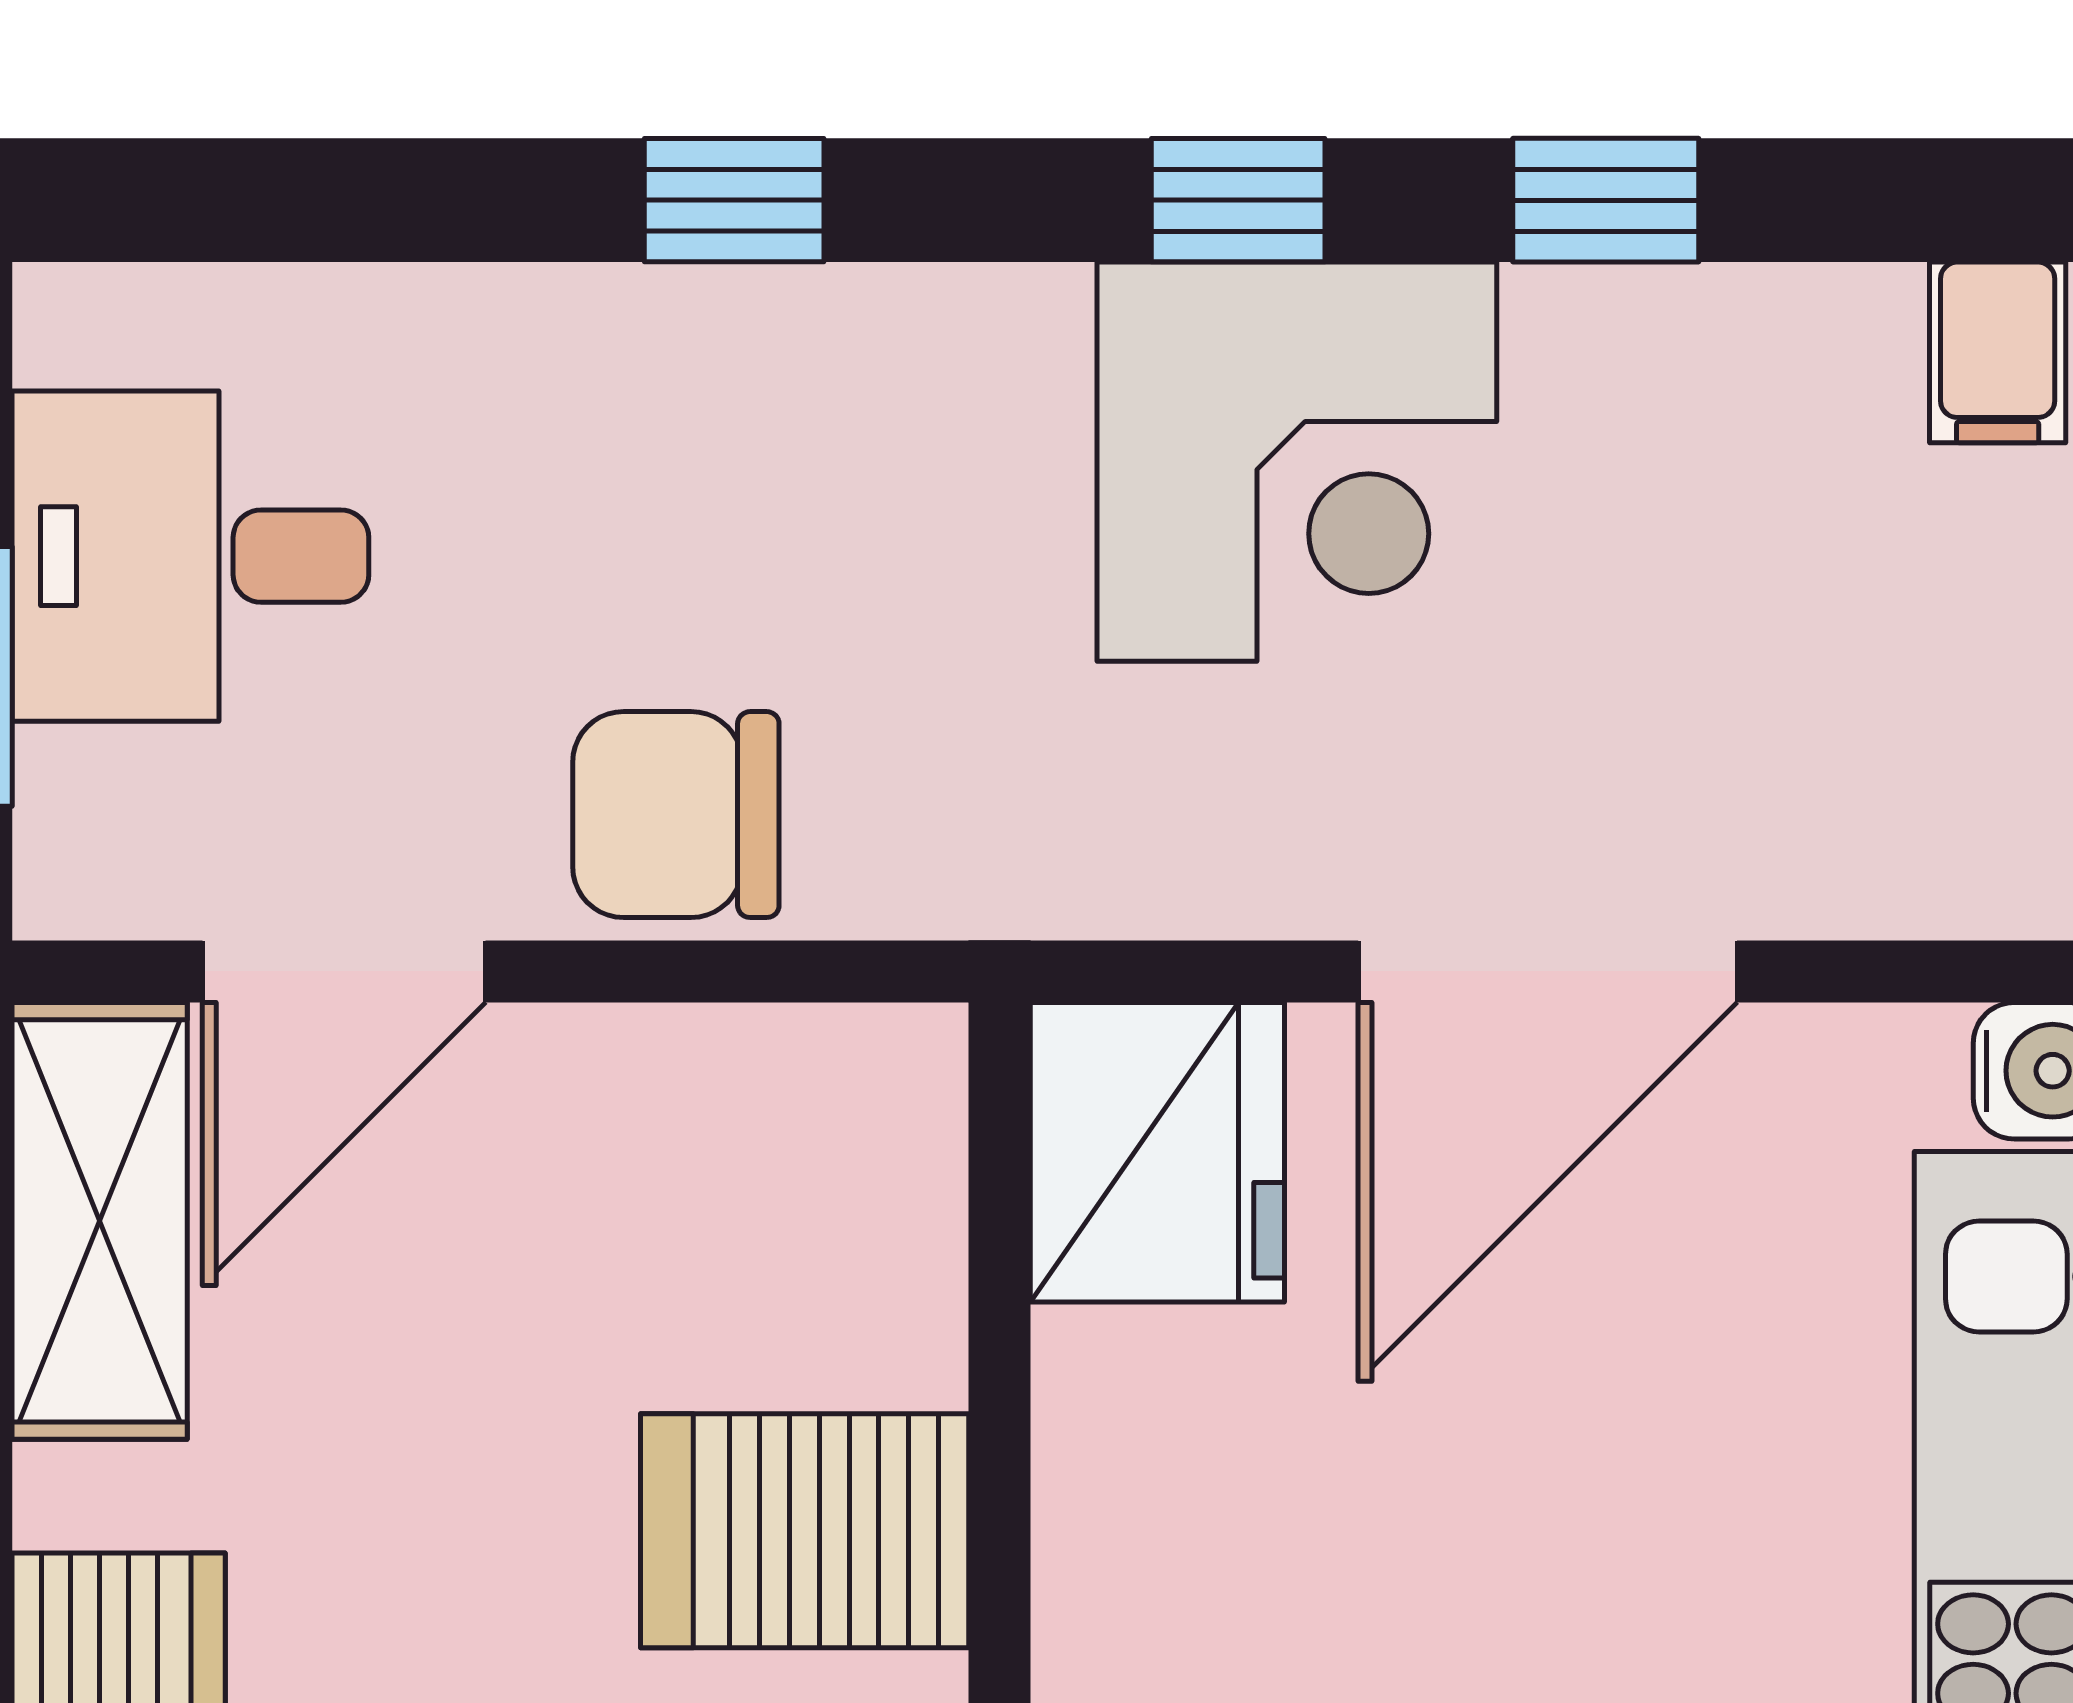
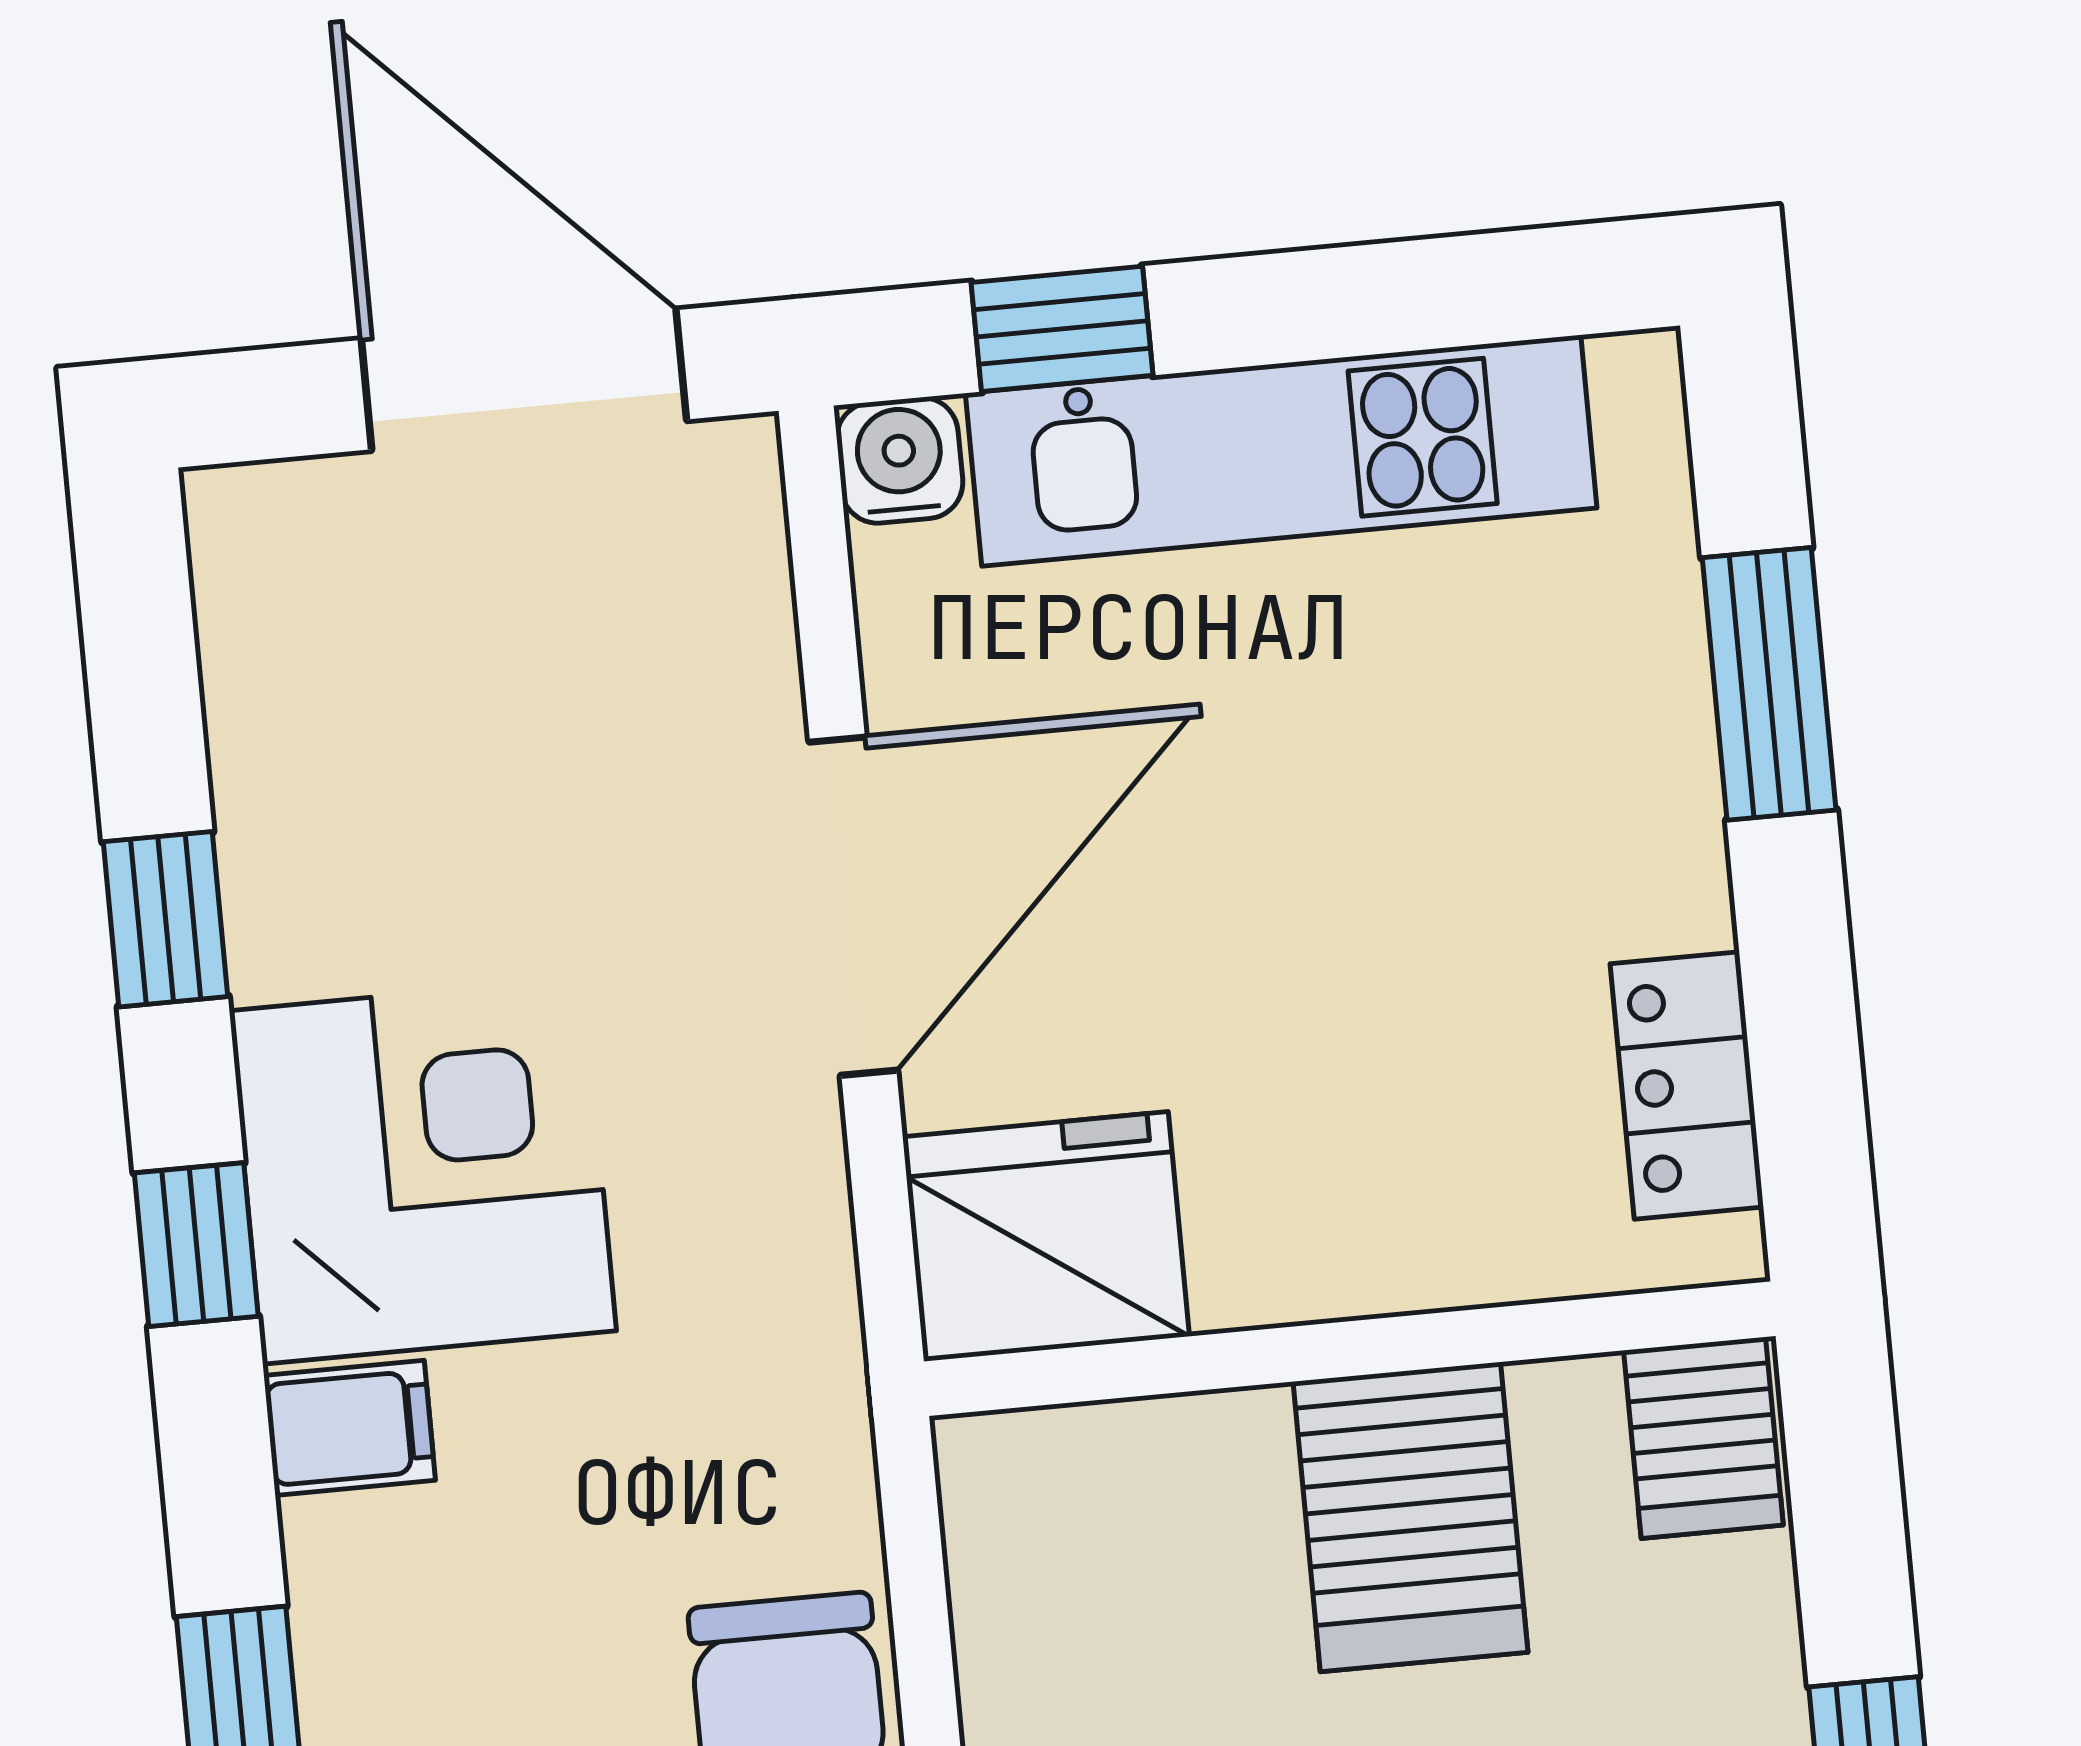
filing cabinet: (1998, 352) -> (350, 1428), moved
door: (1548, 971) -> (853, 906), hinge flipped

